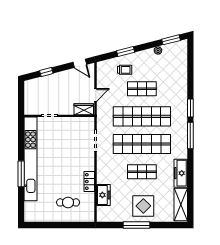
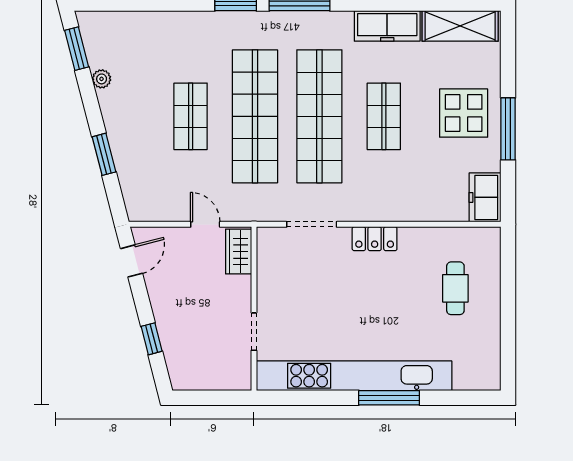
trolley: (125, 70) -> (146, 156), removed
locker: (89, 181) -> (375, 239), moved
freezer: (103, 195) -> (485, 197), moved, turned -90

